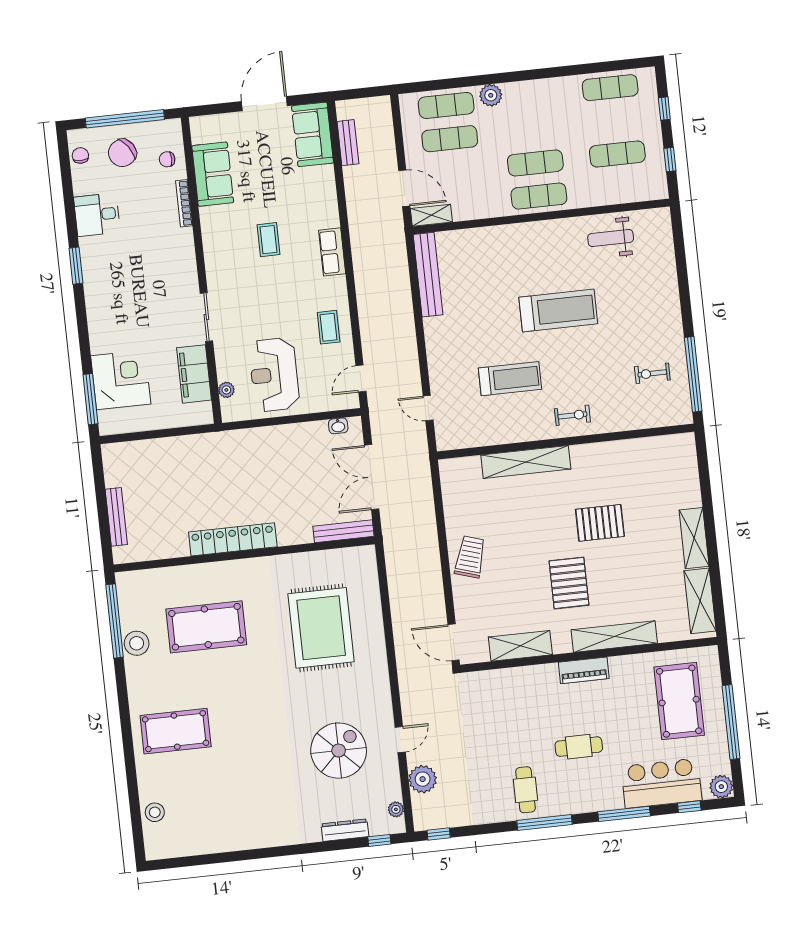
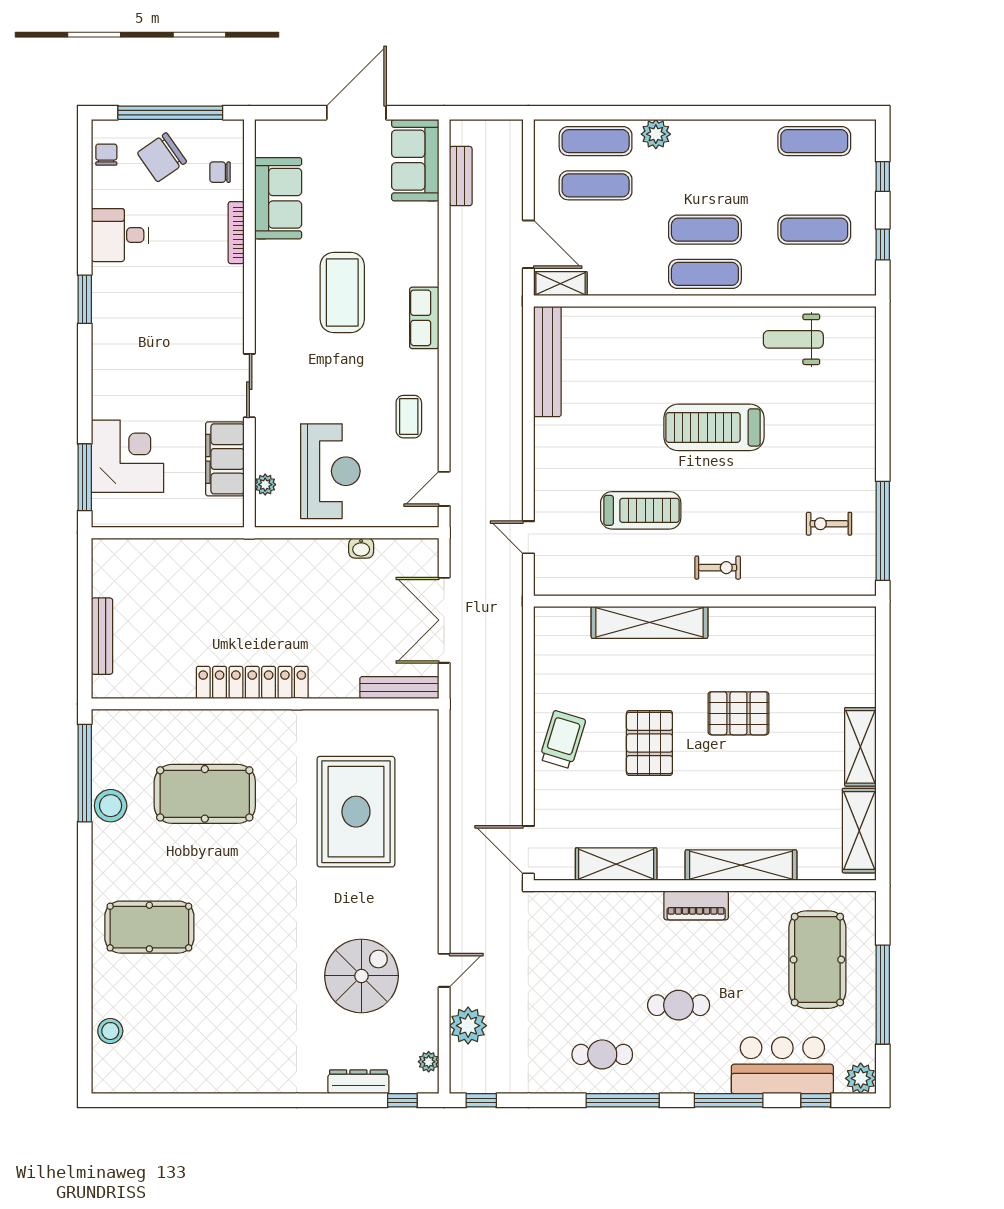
coffee table: (268, 240) -> (342, 293), width x1.86, depth x1.72
treadmill: (558, 310) -> (714, 427), turned 180
reception desk: (274, 375) -> (330, 471), turned 180
washbasin: (338, 426) -> (361, 548), moved
pallet: (569, 583) -> (649, 743), moved
cafe table: (526, 790) -> (602, 1054), turned 90

